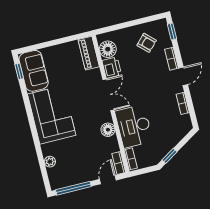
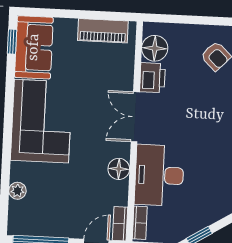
piano: (89, 53) -> (103, 31), moved, turned -90
double door: (108, 95) -> (135, 117), swing flipped

